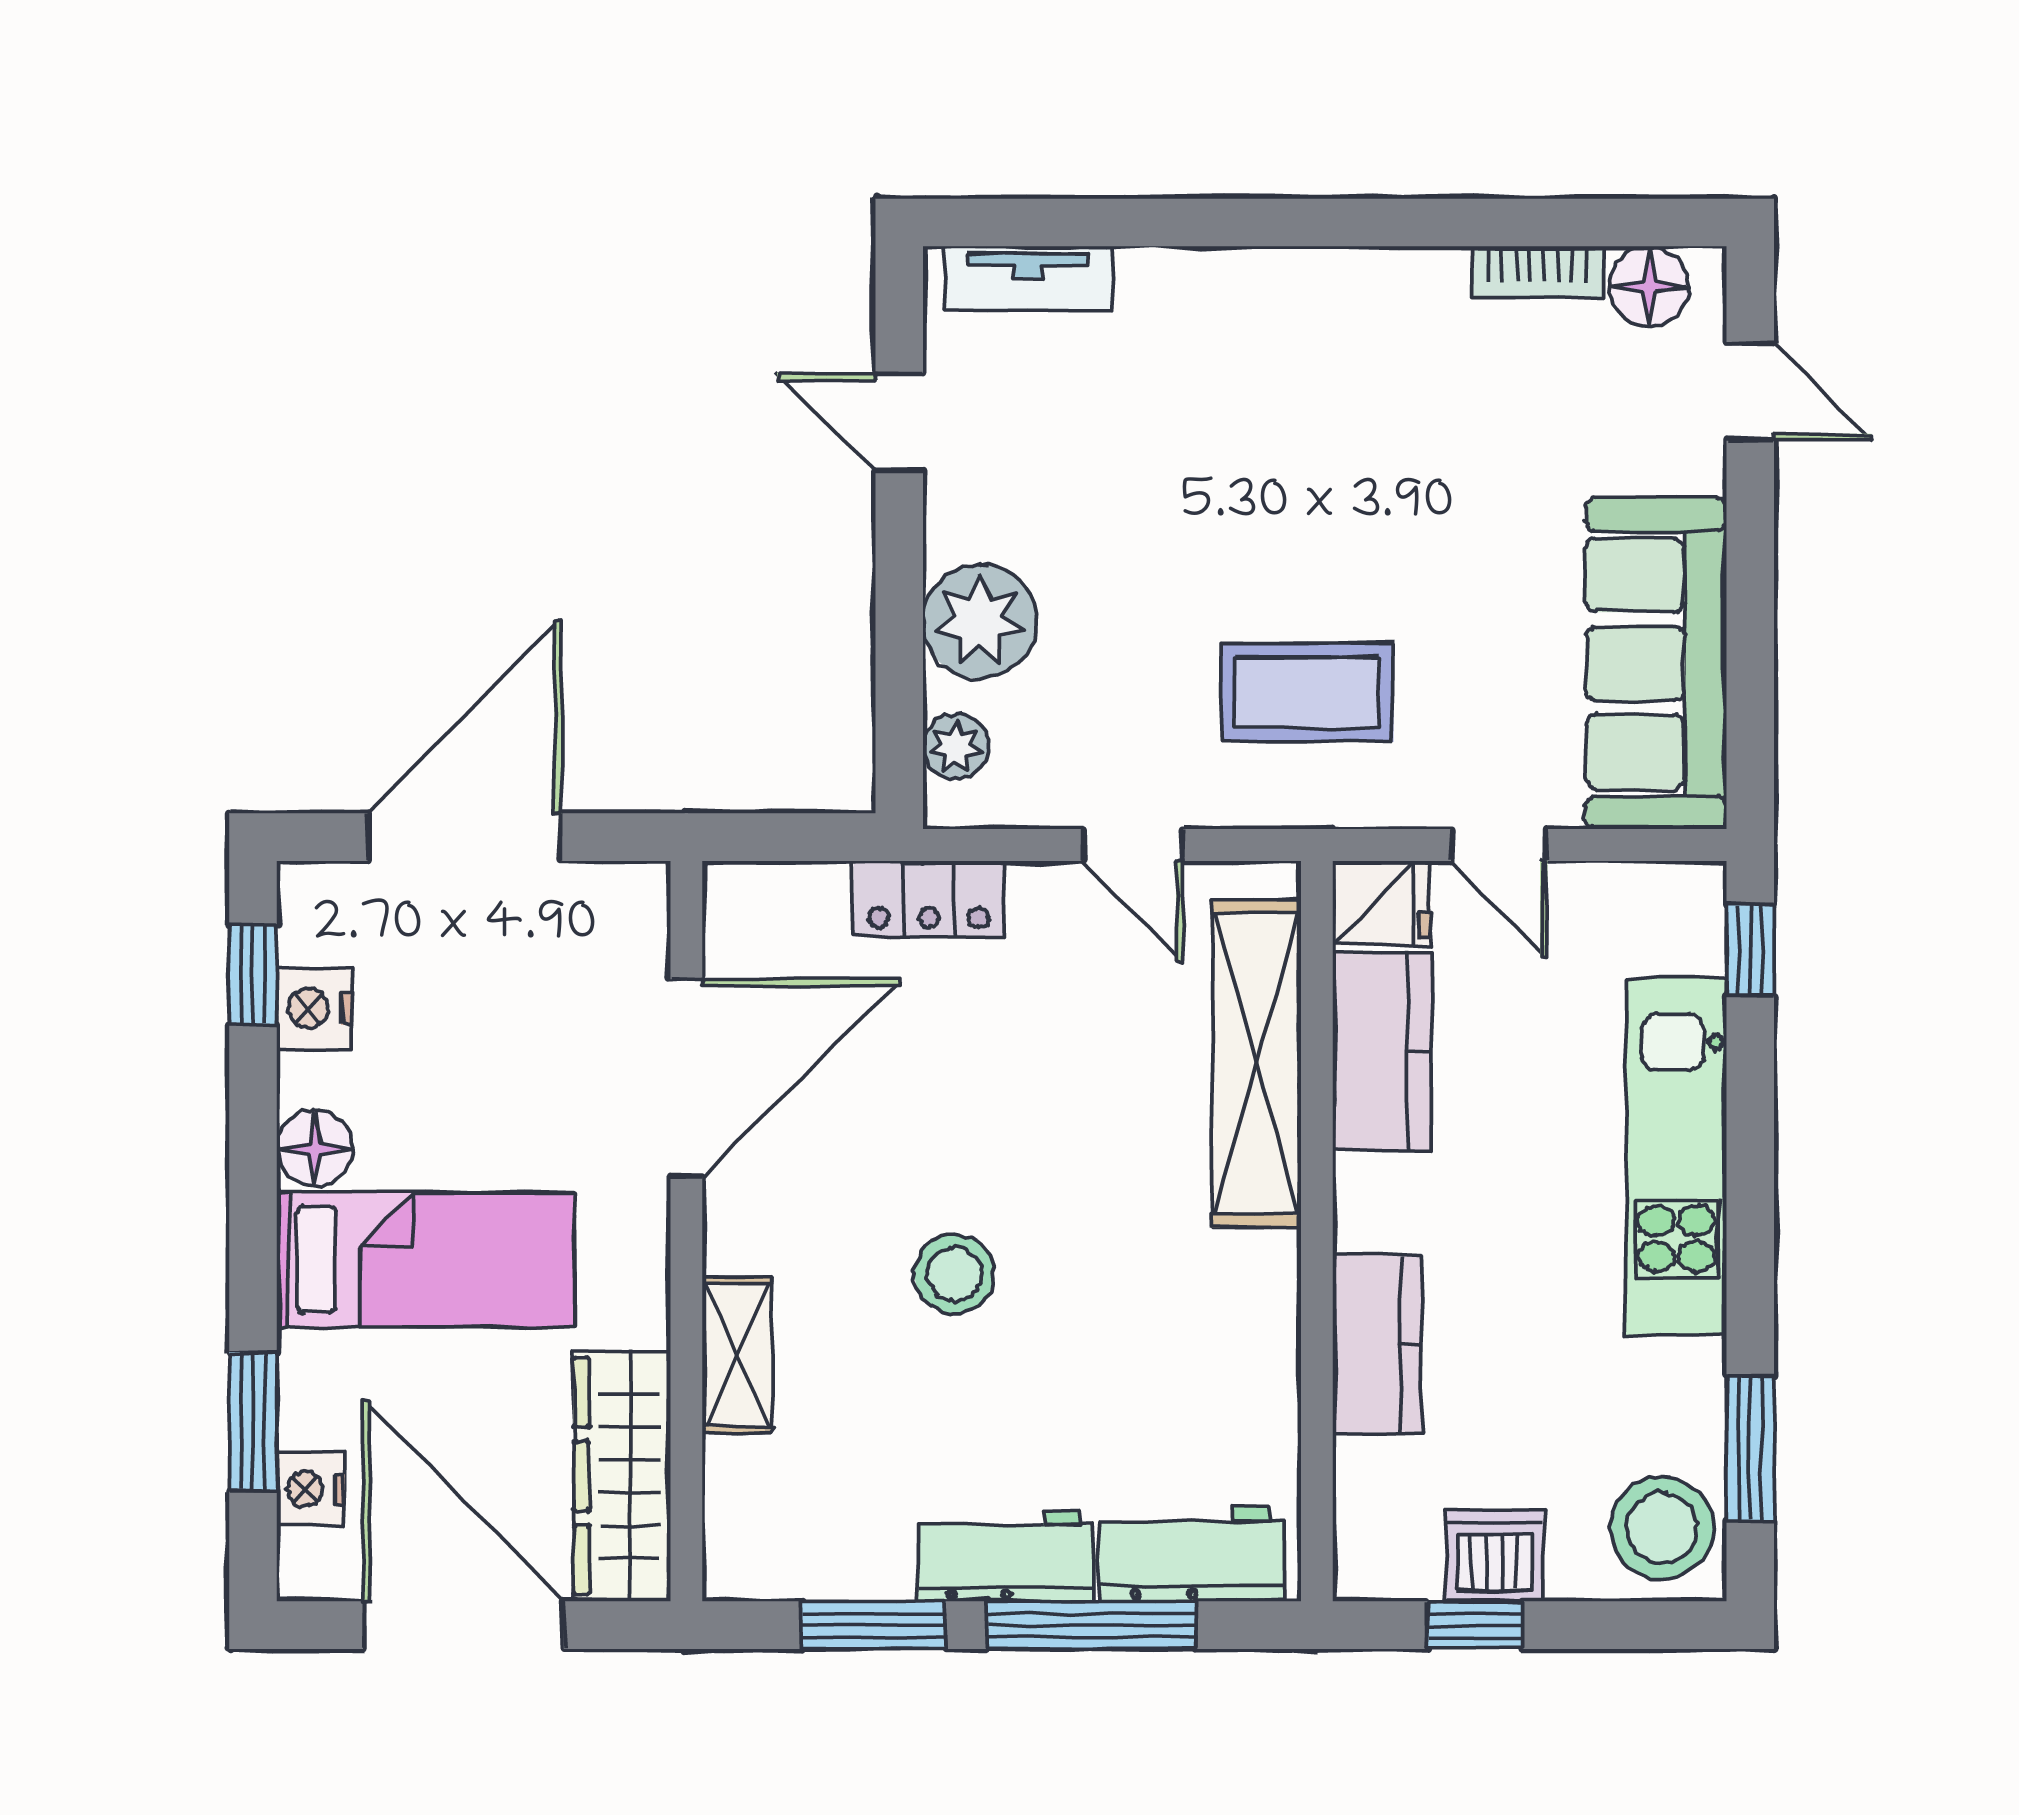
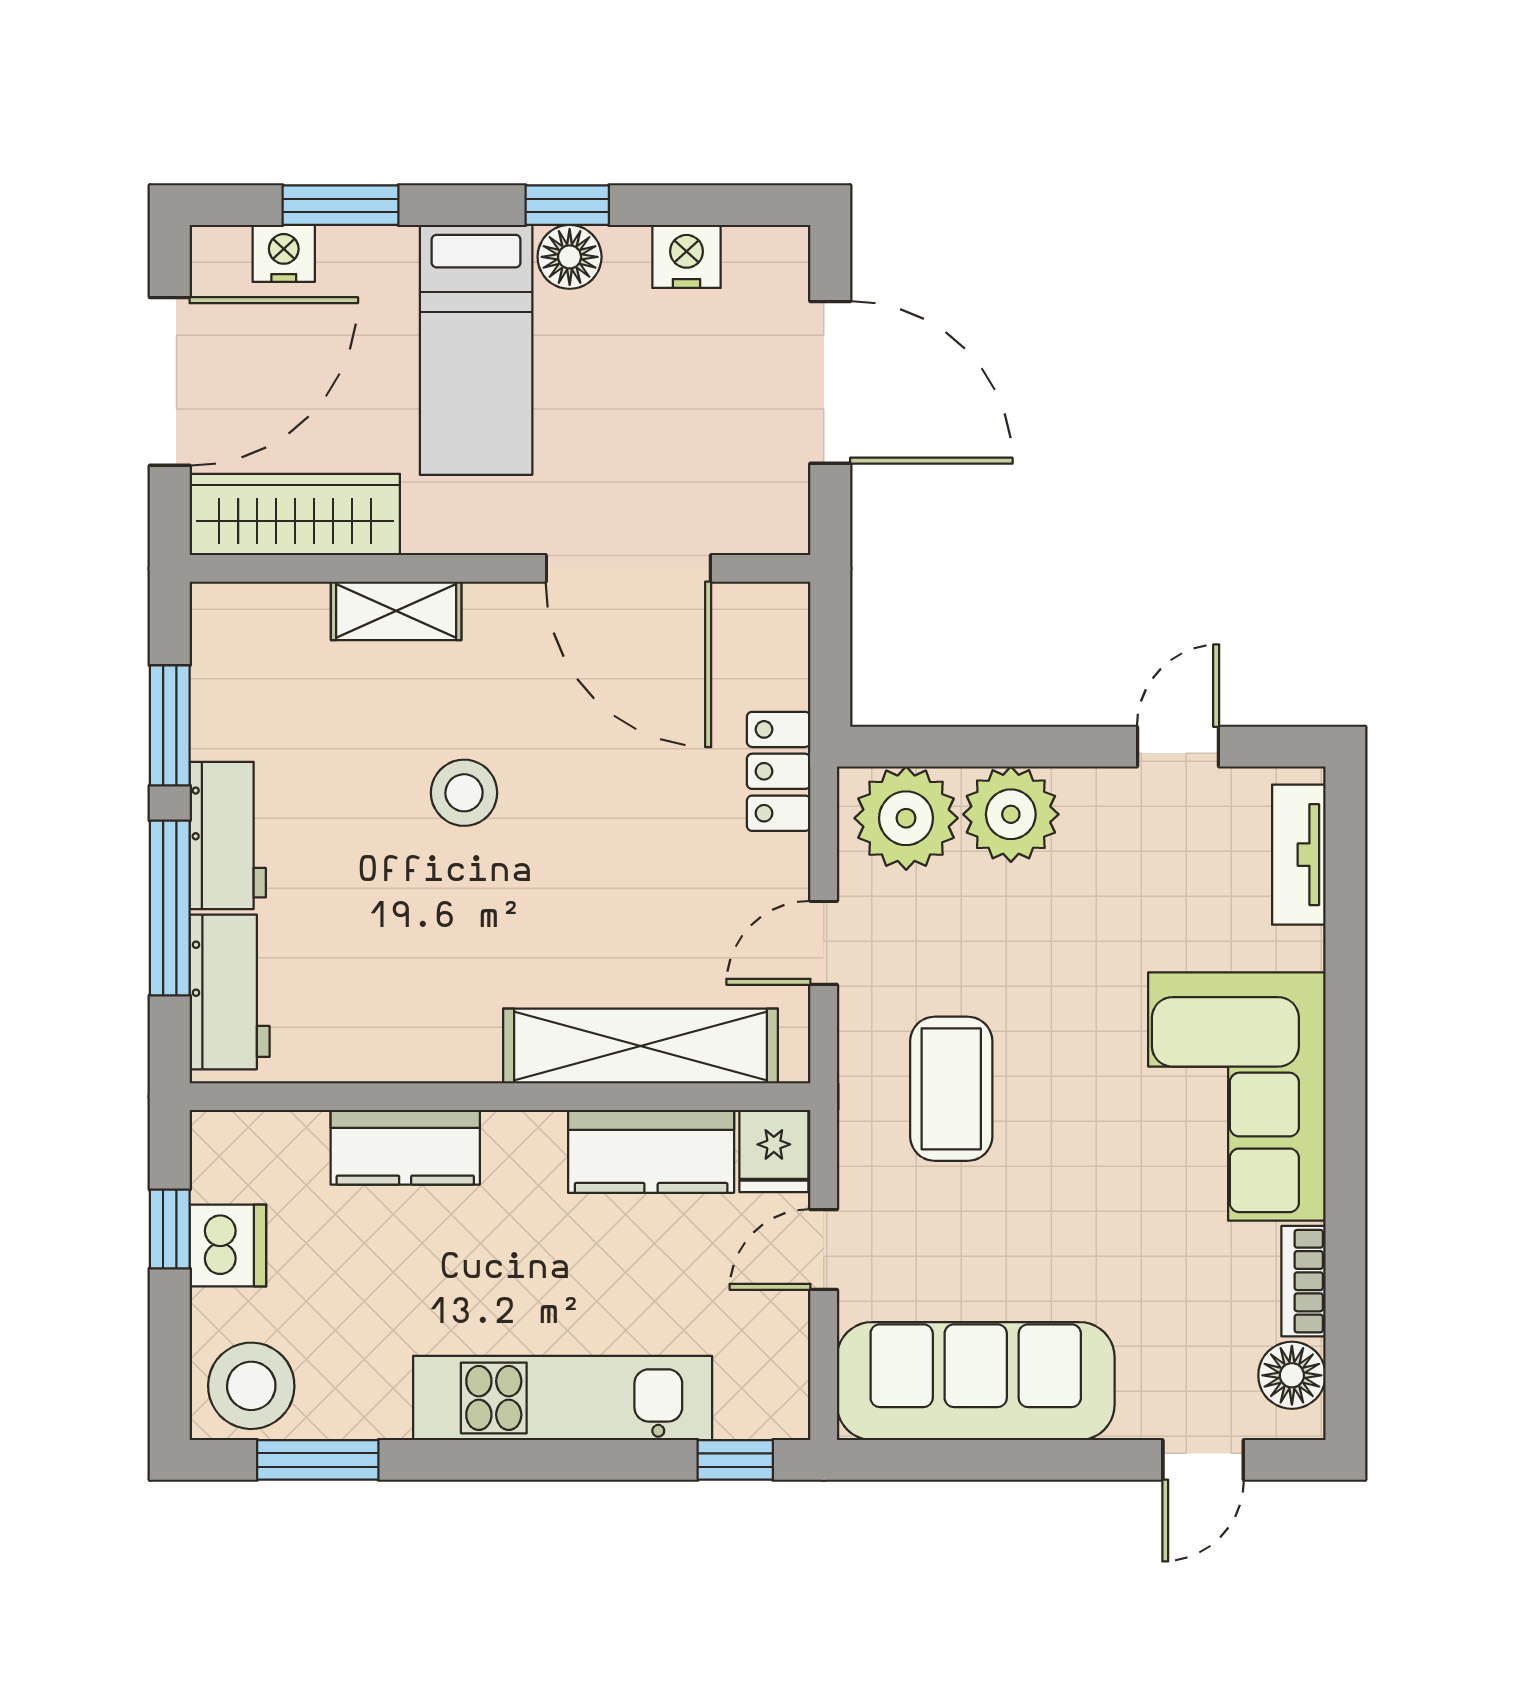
corner sofa: (1317, 352) -> (1237, 1096), added
plant: (956, 747) -> (906, 818), width x1.88, depth x1.88
window: (253, 975) -> (567, 205), moved

